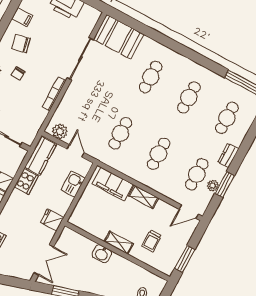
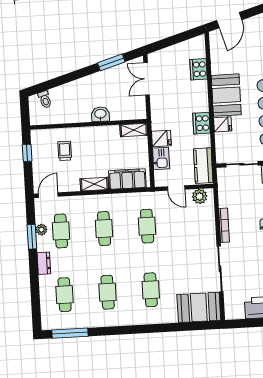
cooker: (26, 181) -> (202, 123), moved
fridge: (52, 220) -> (161, 138), moved
shelving: (119, 243) -> (134, 130), moved
window: (185, 259) -> (27, 153), width x0.67

